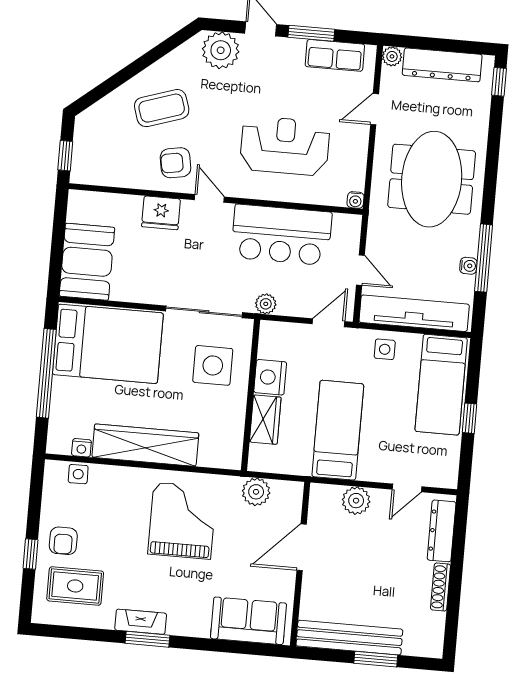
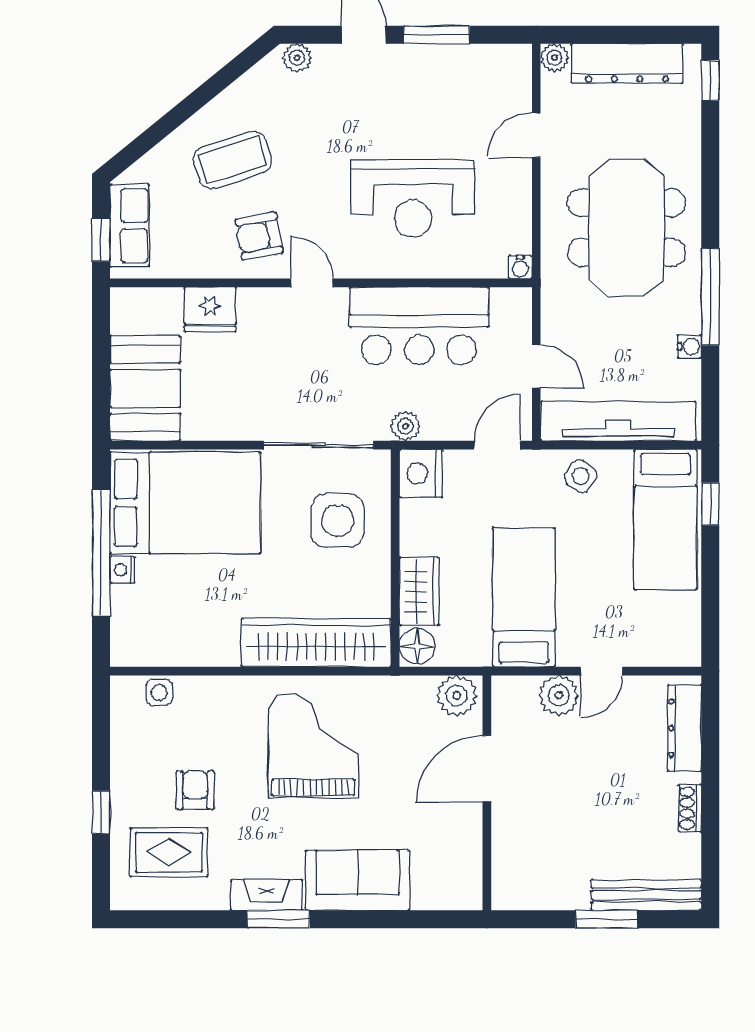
plant: (221, 50) -> (297, 58), width x0.53, depth x0.53
row of seats: (335, 55) -> (130, 226), moved, turned -90
reception desk: (285, 146) -> (413, 198), turned 180
fridge: (161, 213) -> (210, 309), moved
window: (484, 258) -> (710, 297), moved
side table: (385, 349) -> (581, 476), turned 37
nightstand: (270, 377) -> (421, 473), moved
window: (470, 418) -> (710, 504), moved
wardrobe: (145, 445) -> (316, 643), moved
nightstand: (81, 448) -> (122, 570), moved, turned 90
floor lamp: (261, 458) -> (417, 646), added
door: (407, 488) -> (602, 671), moved
plant: (256, 492) -> (457, 695), moved
armchair: (63, 541) -> (195, 790), moved, turned 180
shoe rack: (441, 587) -> (690, 808), width x0.70
sofa: (248, 621) -> (357, 880), moved
bench: (349, 638) -> (646, 895), moved, width x0.73, depth x0.82

